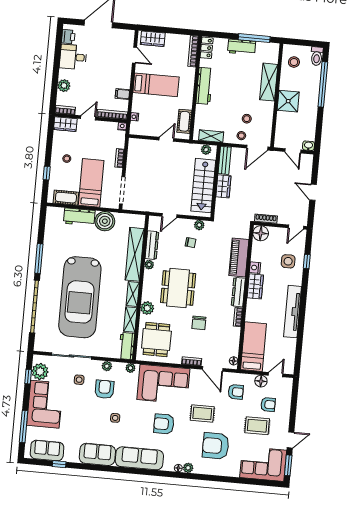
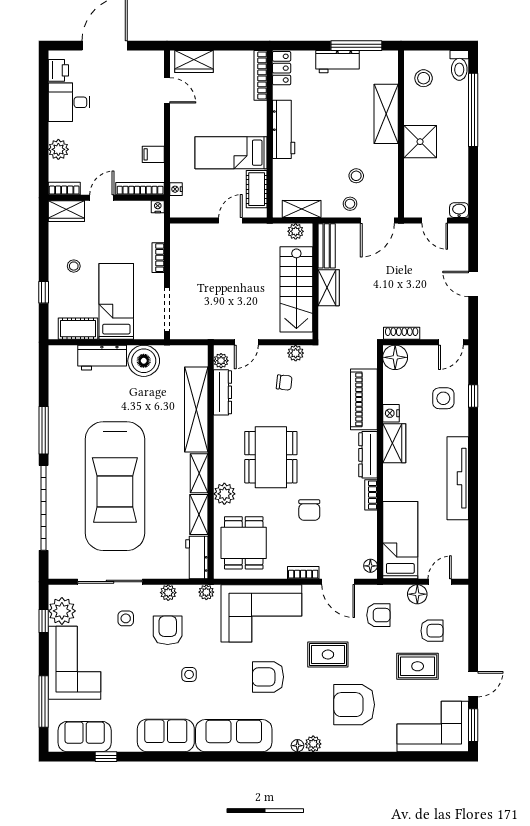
bed: (156, 85) -> (231, 153), moved, turned 180
plant: (149, 265) -> (221, 361), moved

